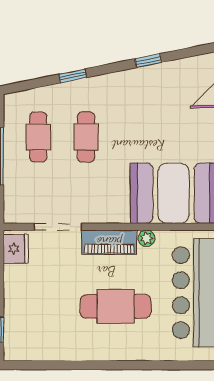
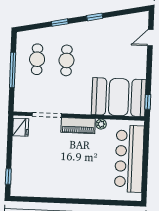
window: (148, 61) -> (95, 17), moved
cafe table: (116, 306) -> (80, 165), removed

